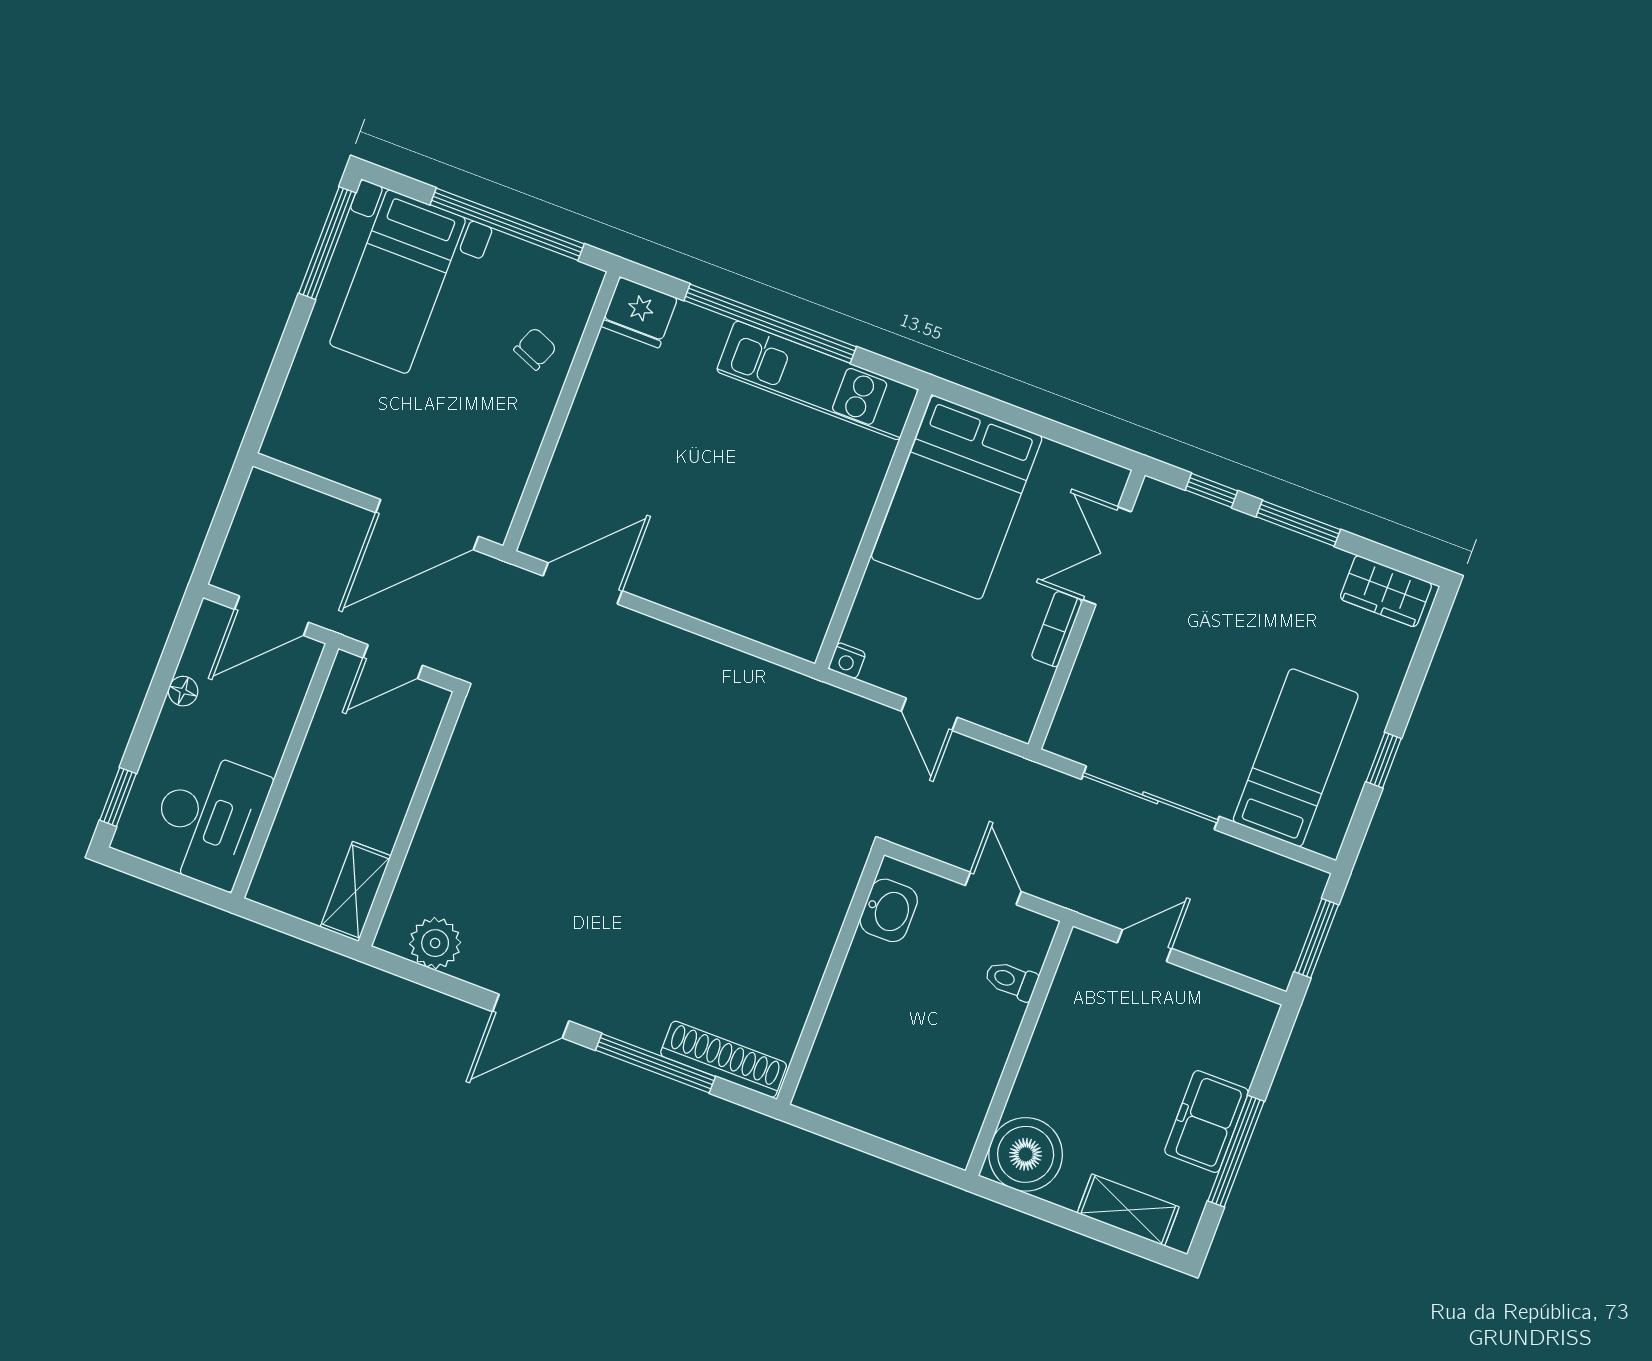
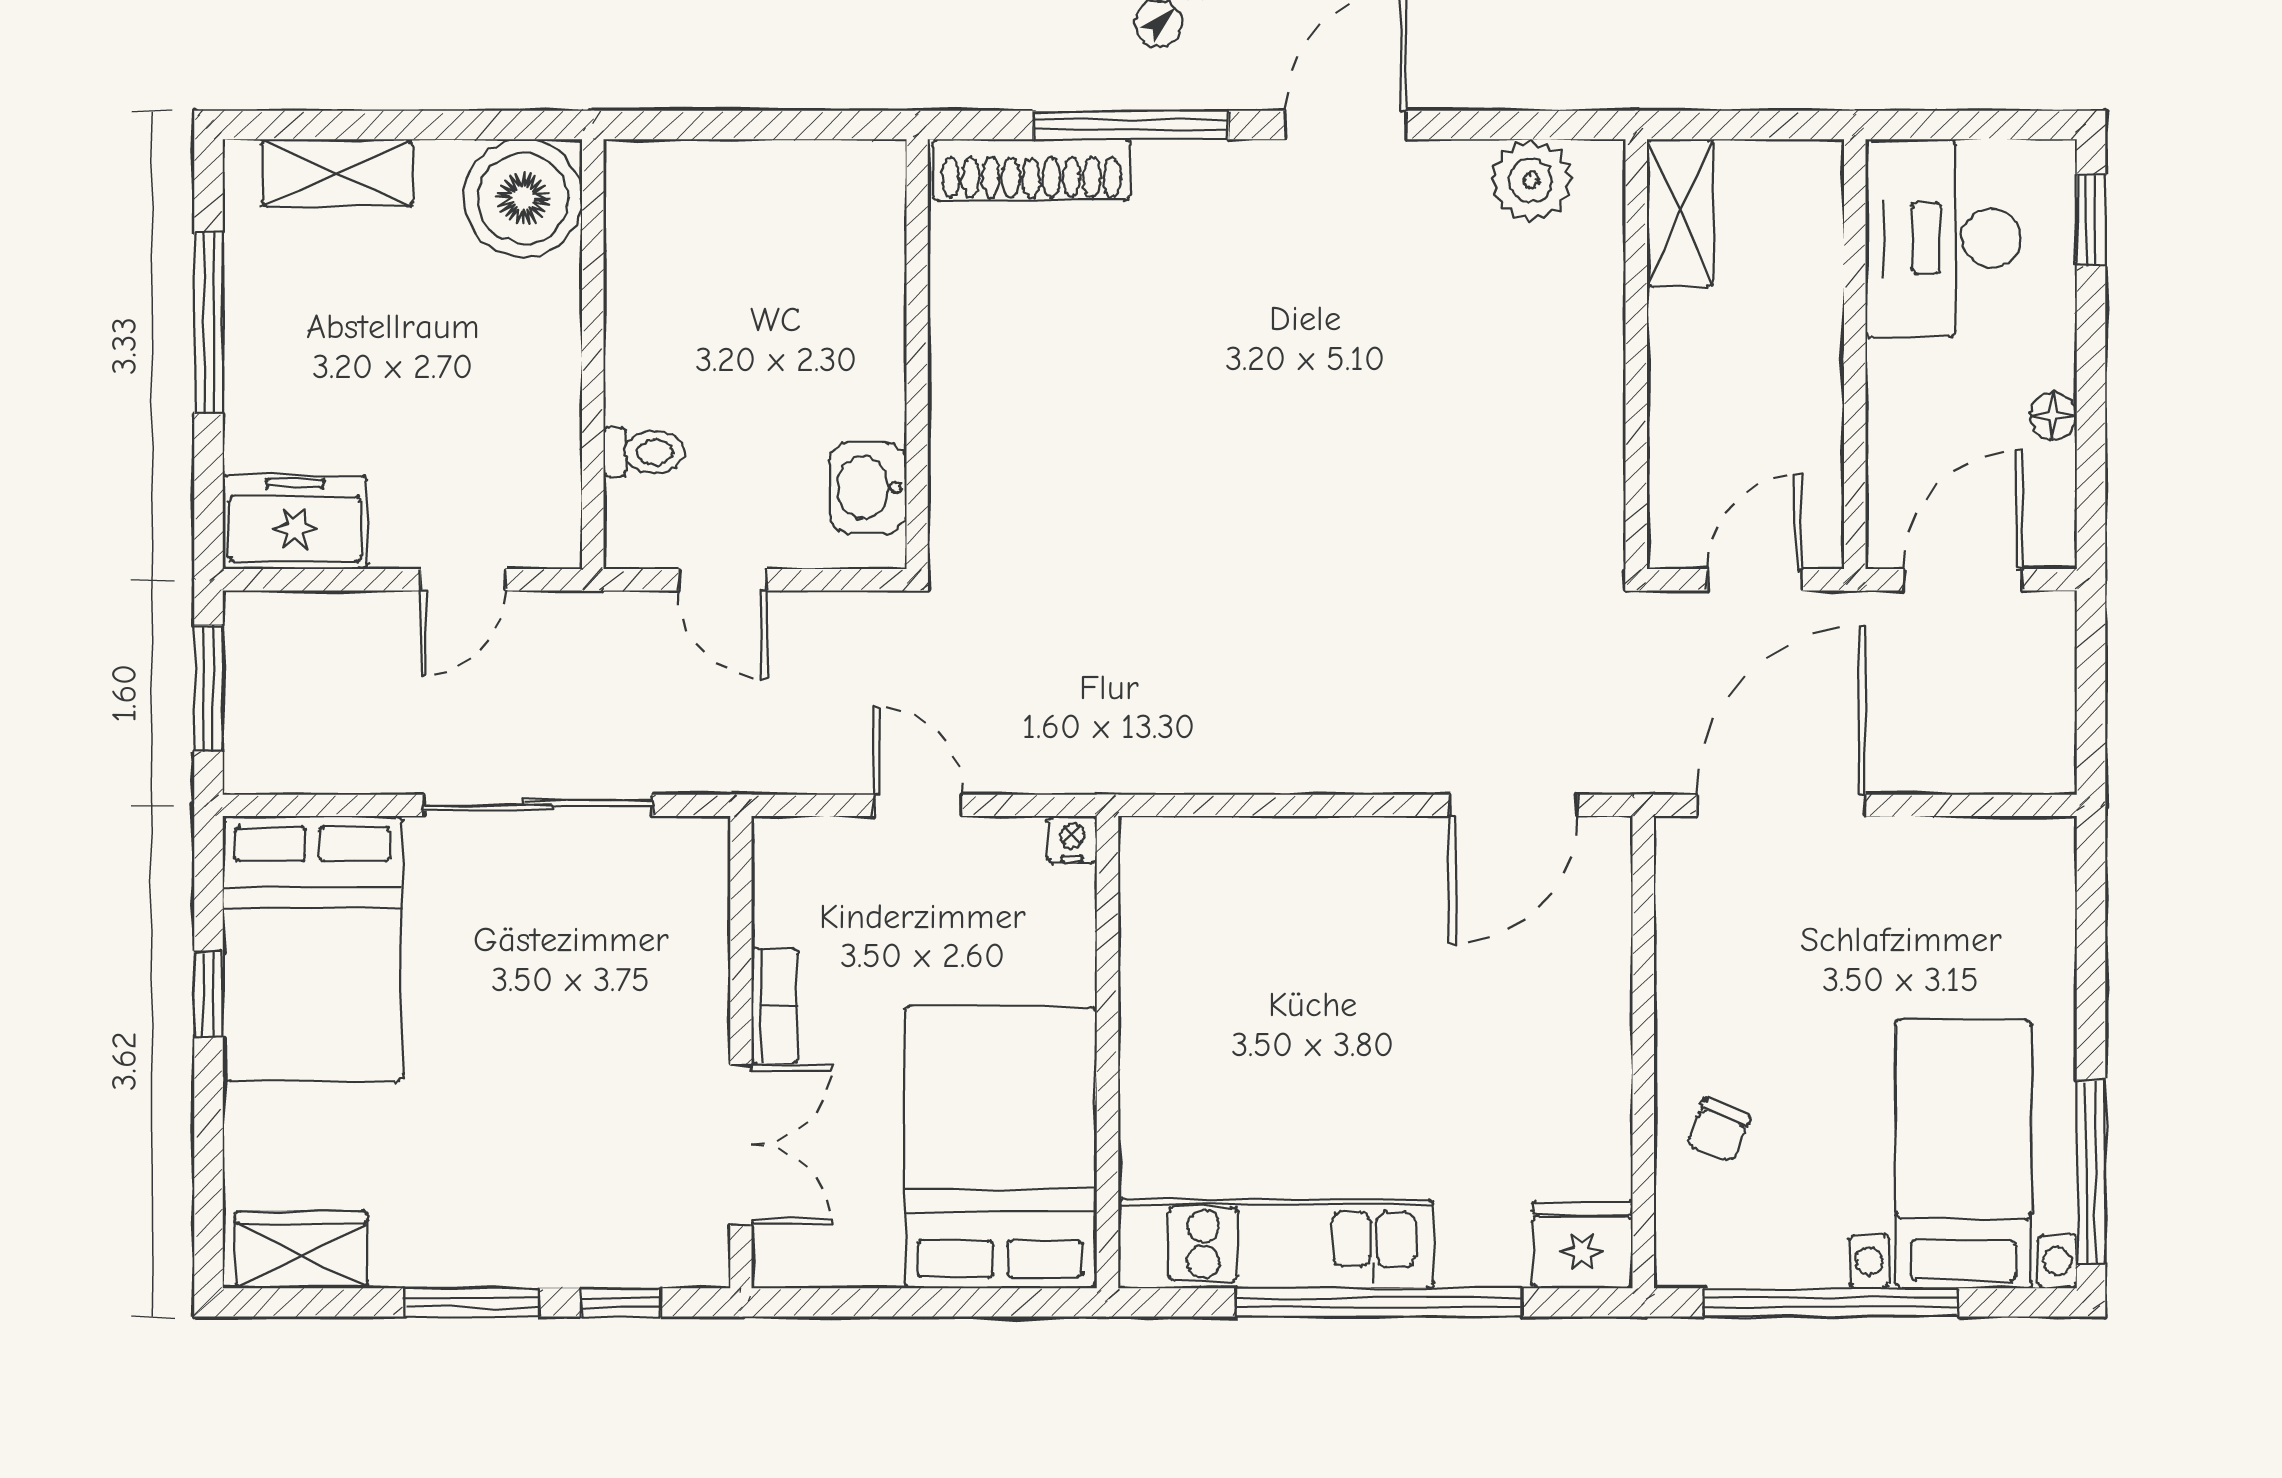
bed: (1296, 758) -> (312, 948), width x1.50
freezer: (1207, 1122) -> (295, 522), moved, turned -90

